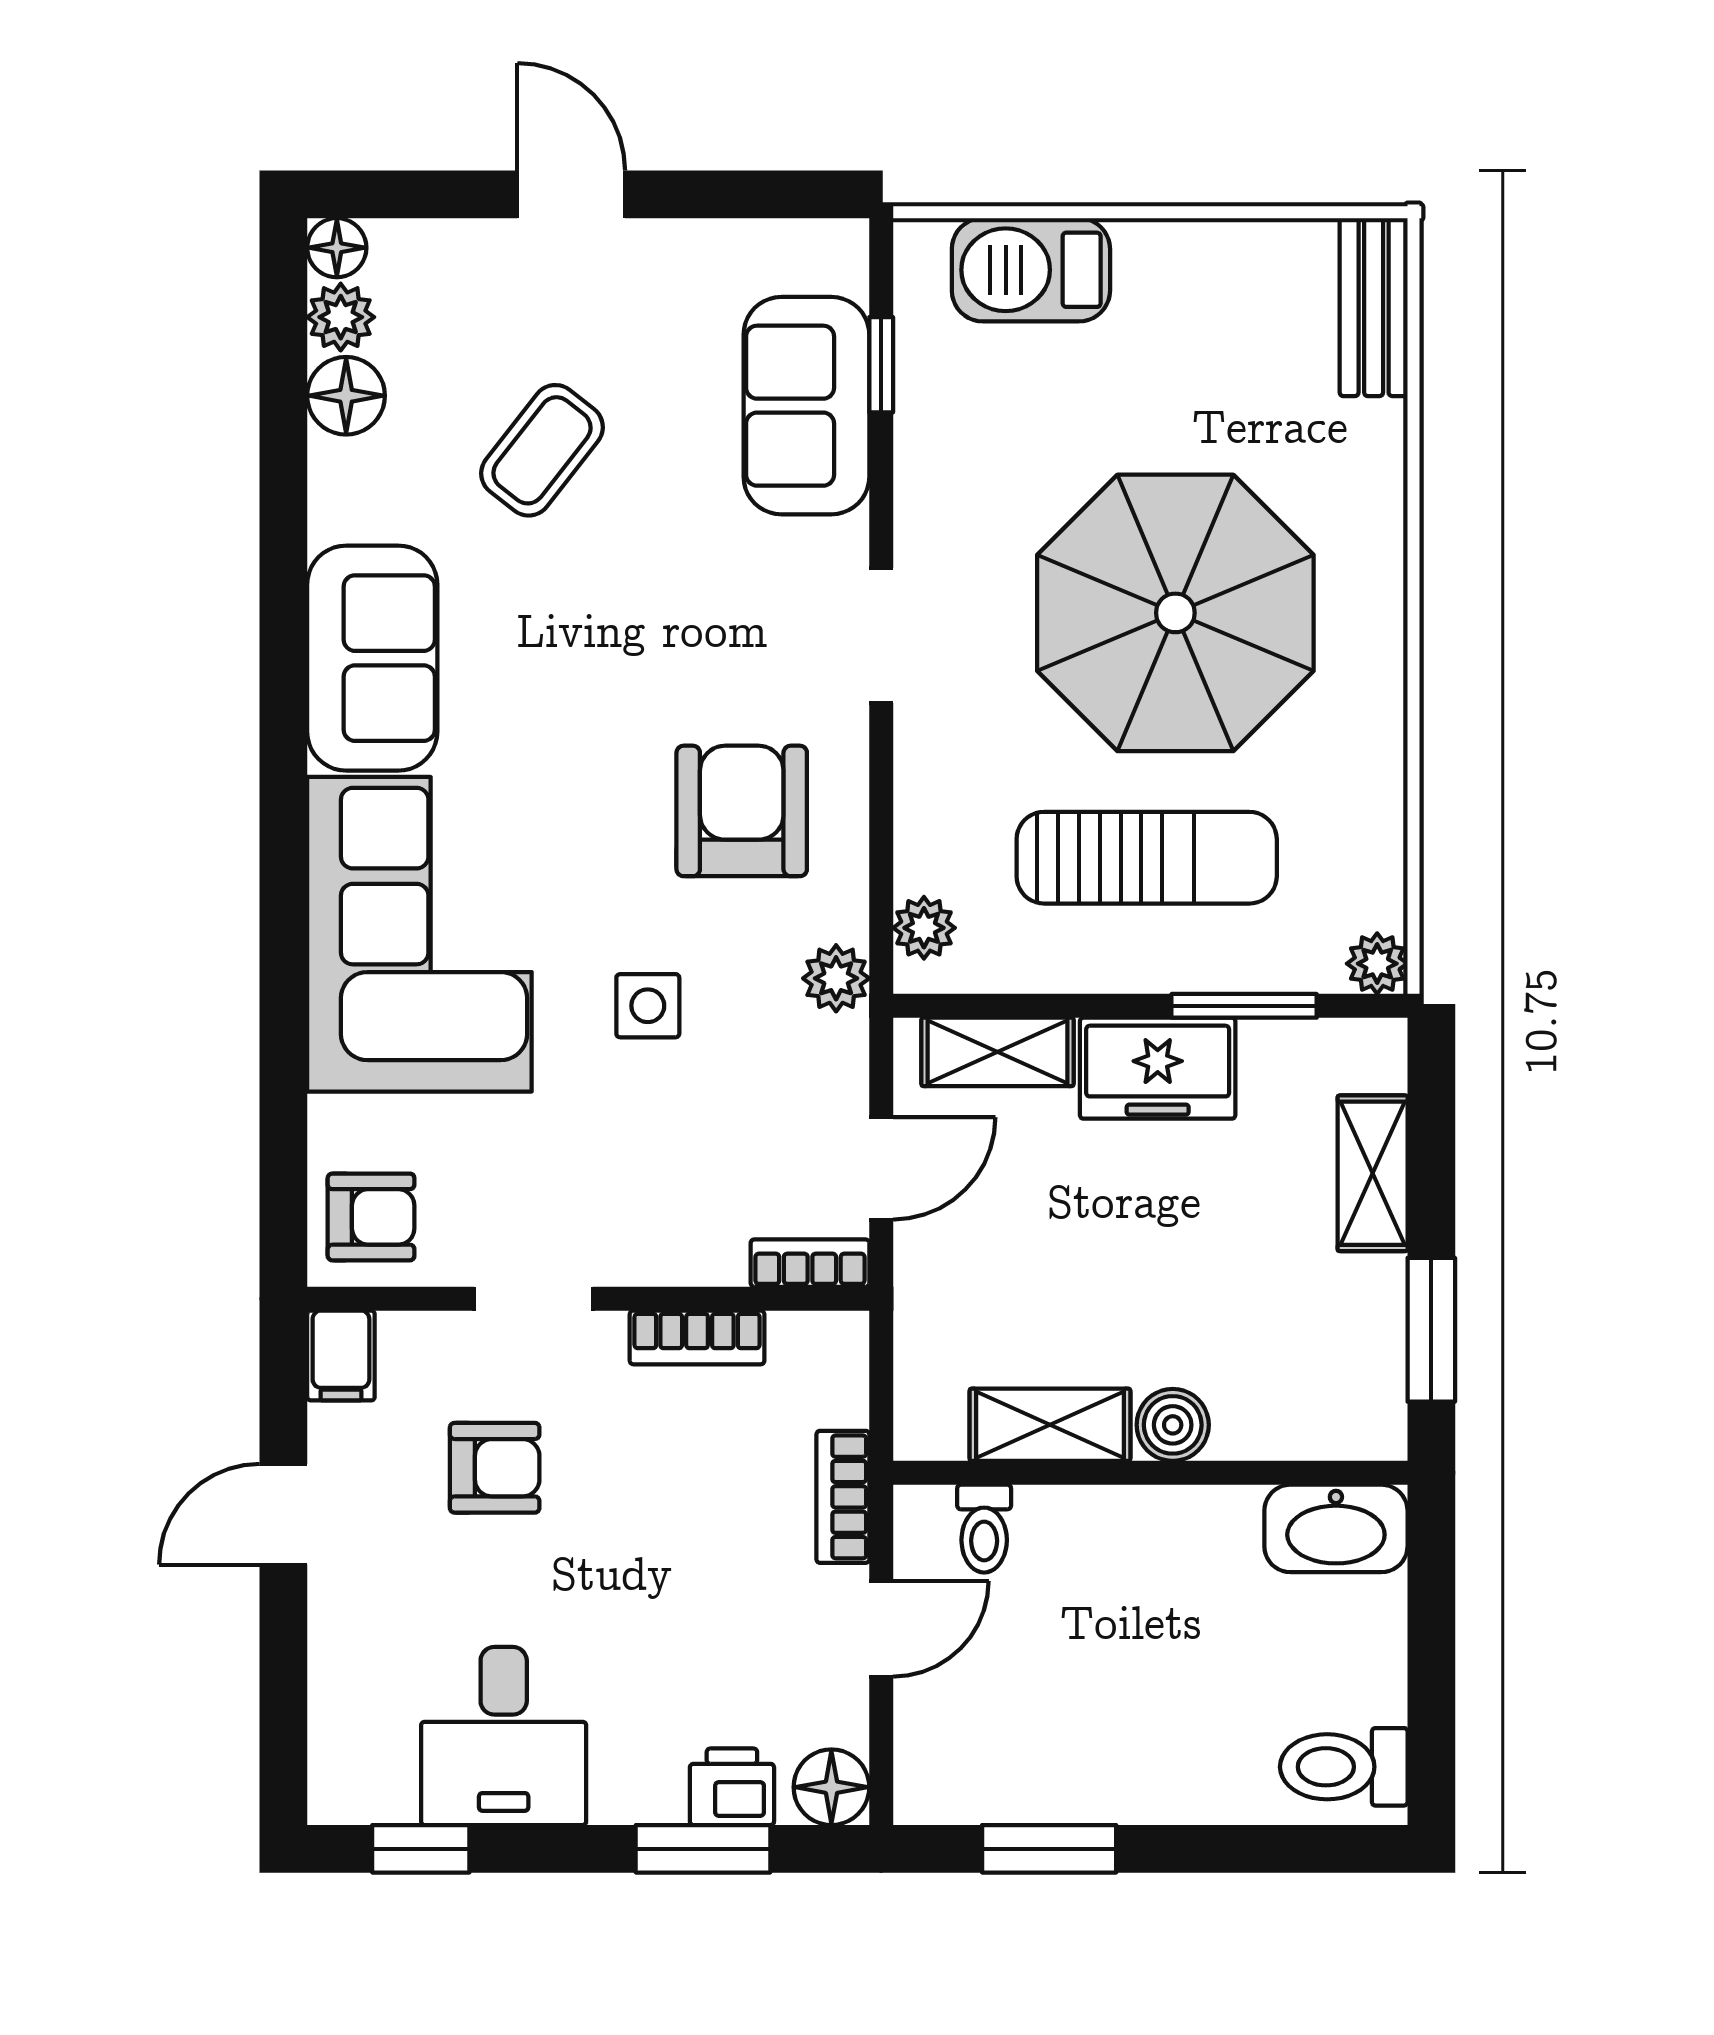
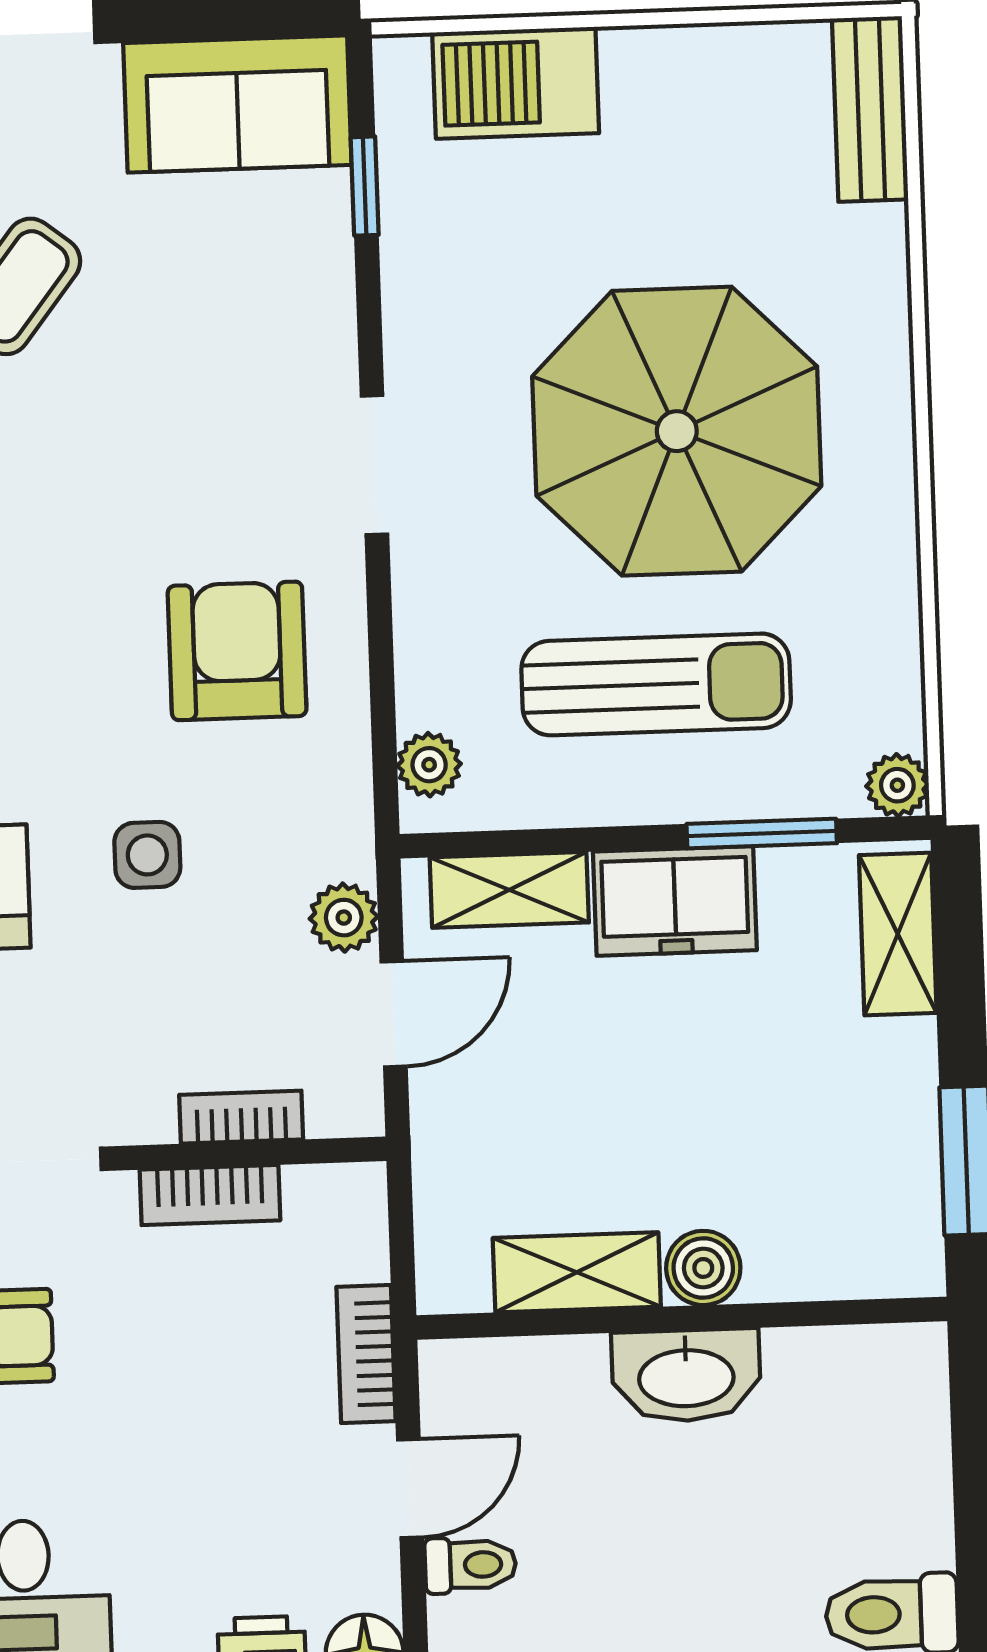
sofa: (806, 406) -> (237, 104), moved, turned -90
plant: (836, 978) -> (344, 918), moved
shelving: (1373, 1173) -> (898, 934), moved
bookcase: (810, 1263) -> (241, 1117), moved
washbasin: (1336, 1528) -> (686, 1375), moved
toilet: (984, 1529) -> (470, 1565), moved, turned -90

